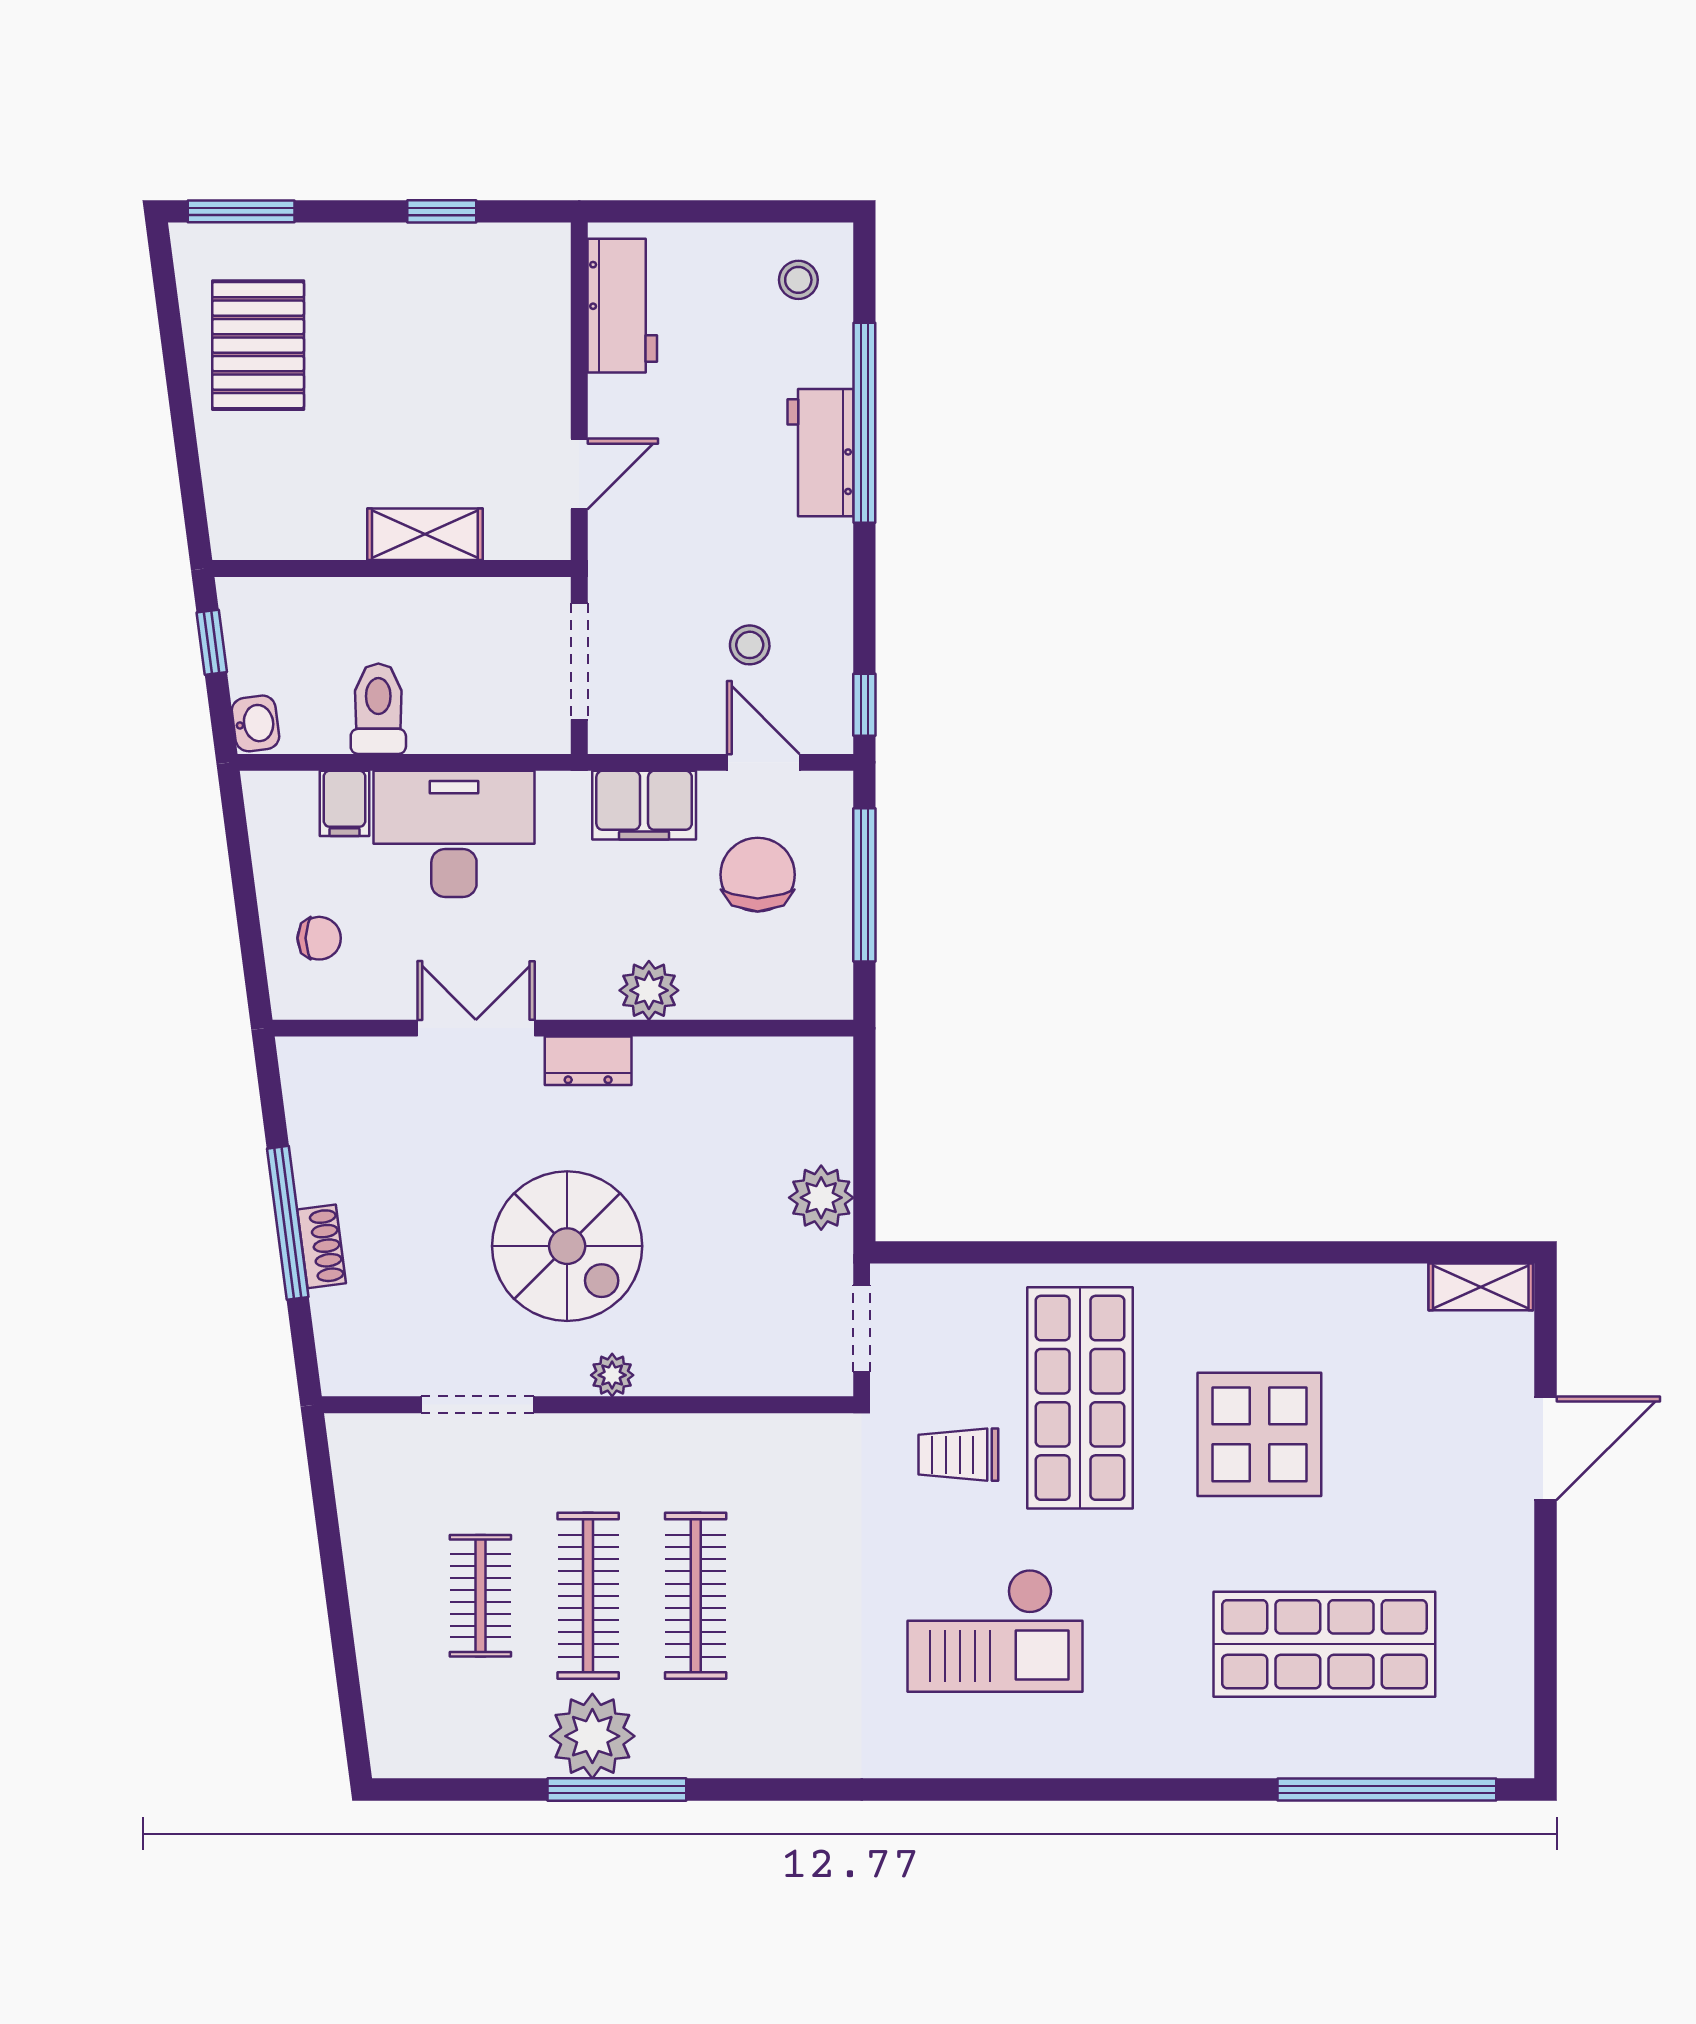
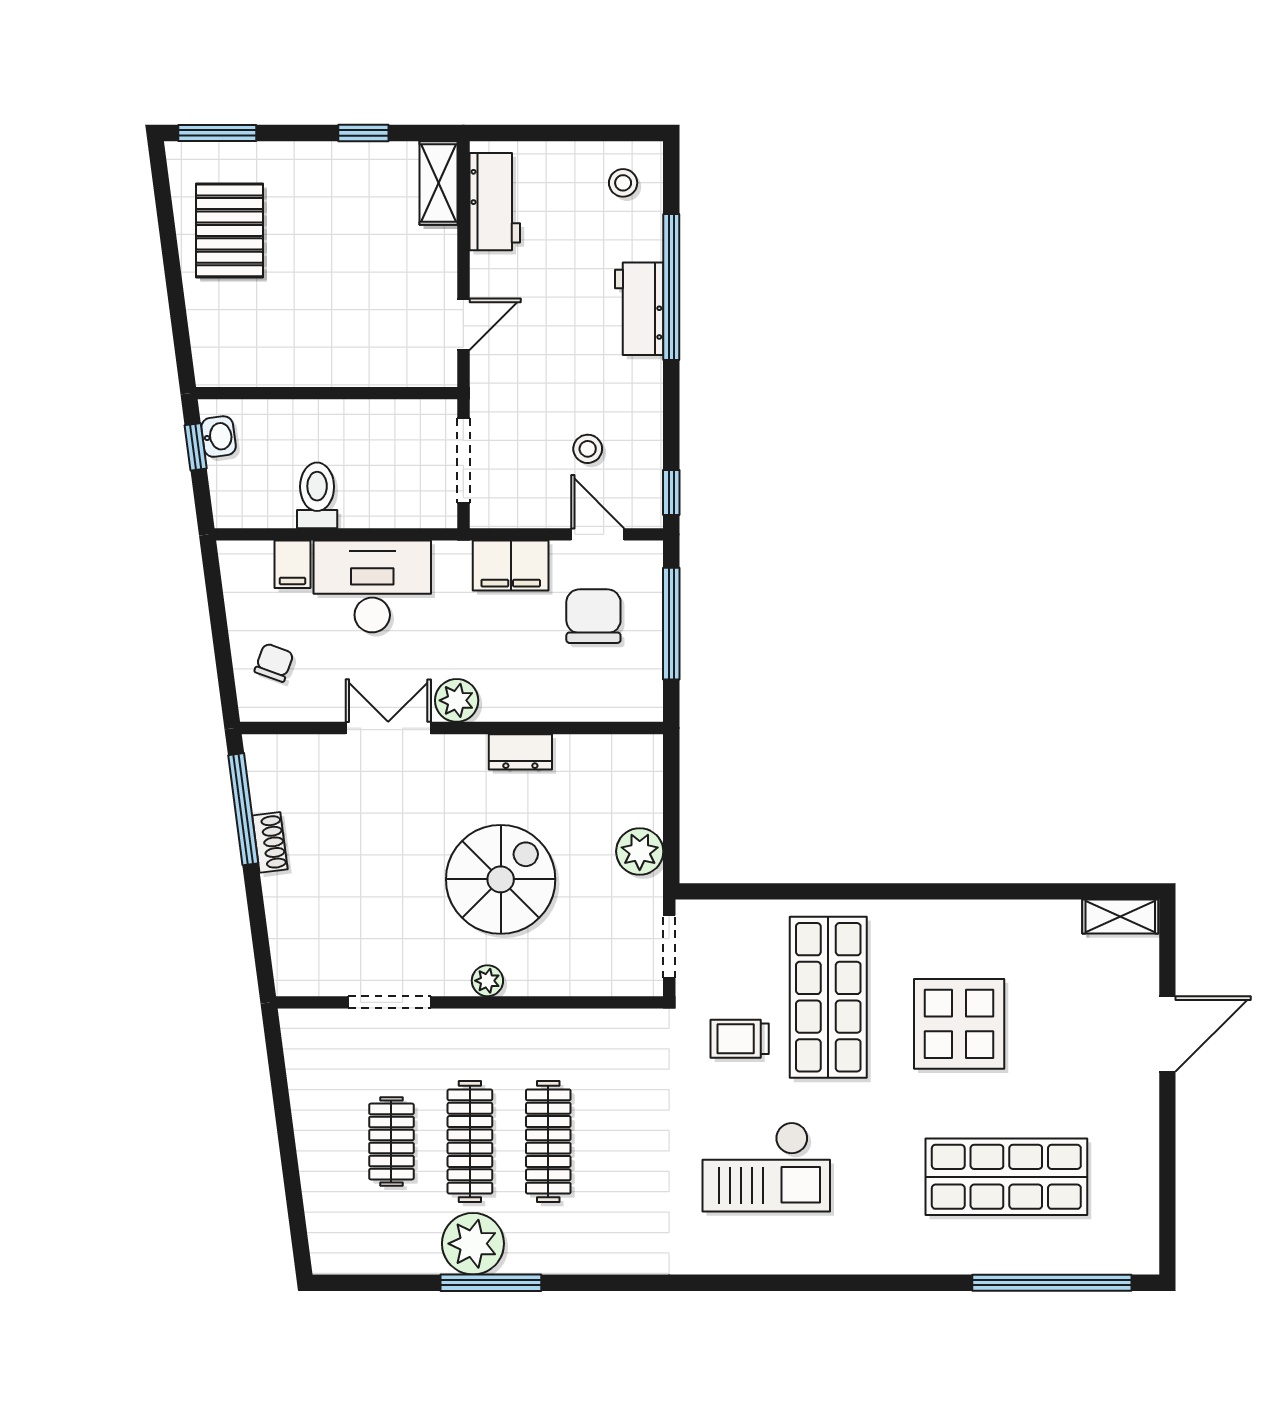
shelving: (425, 534) -> (439, 183), moved, turned 90
washbasin: (256, 723) -> (219, 437), moved
chair: (319, 938) -> (274, 663), turned -70
plant: (649, 990) -> (457, 700), moved
dresser: (588, 1061) -> (520, 752), moved
window: (288, 1223) -> (243, 809), moved
shoe rack: (322, 1246) -> (270, 842), moved
spiral stairs: (567, 1246) -> (501, 879), moved, turned -90

